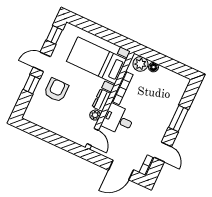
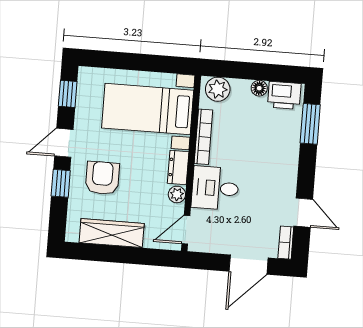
floor lamp: (153, 67) -> (259, 88), moved
printer: (177, 81) -> (284, 95), added
window: (178, 119) -> (310, 124), moved
wardrobe: (50, 123) -> (112, 233), added
door: (93, 137) -> (186, 230), swing flipped

